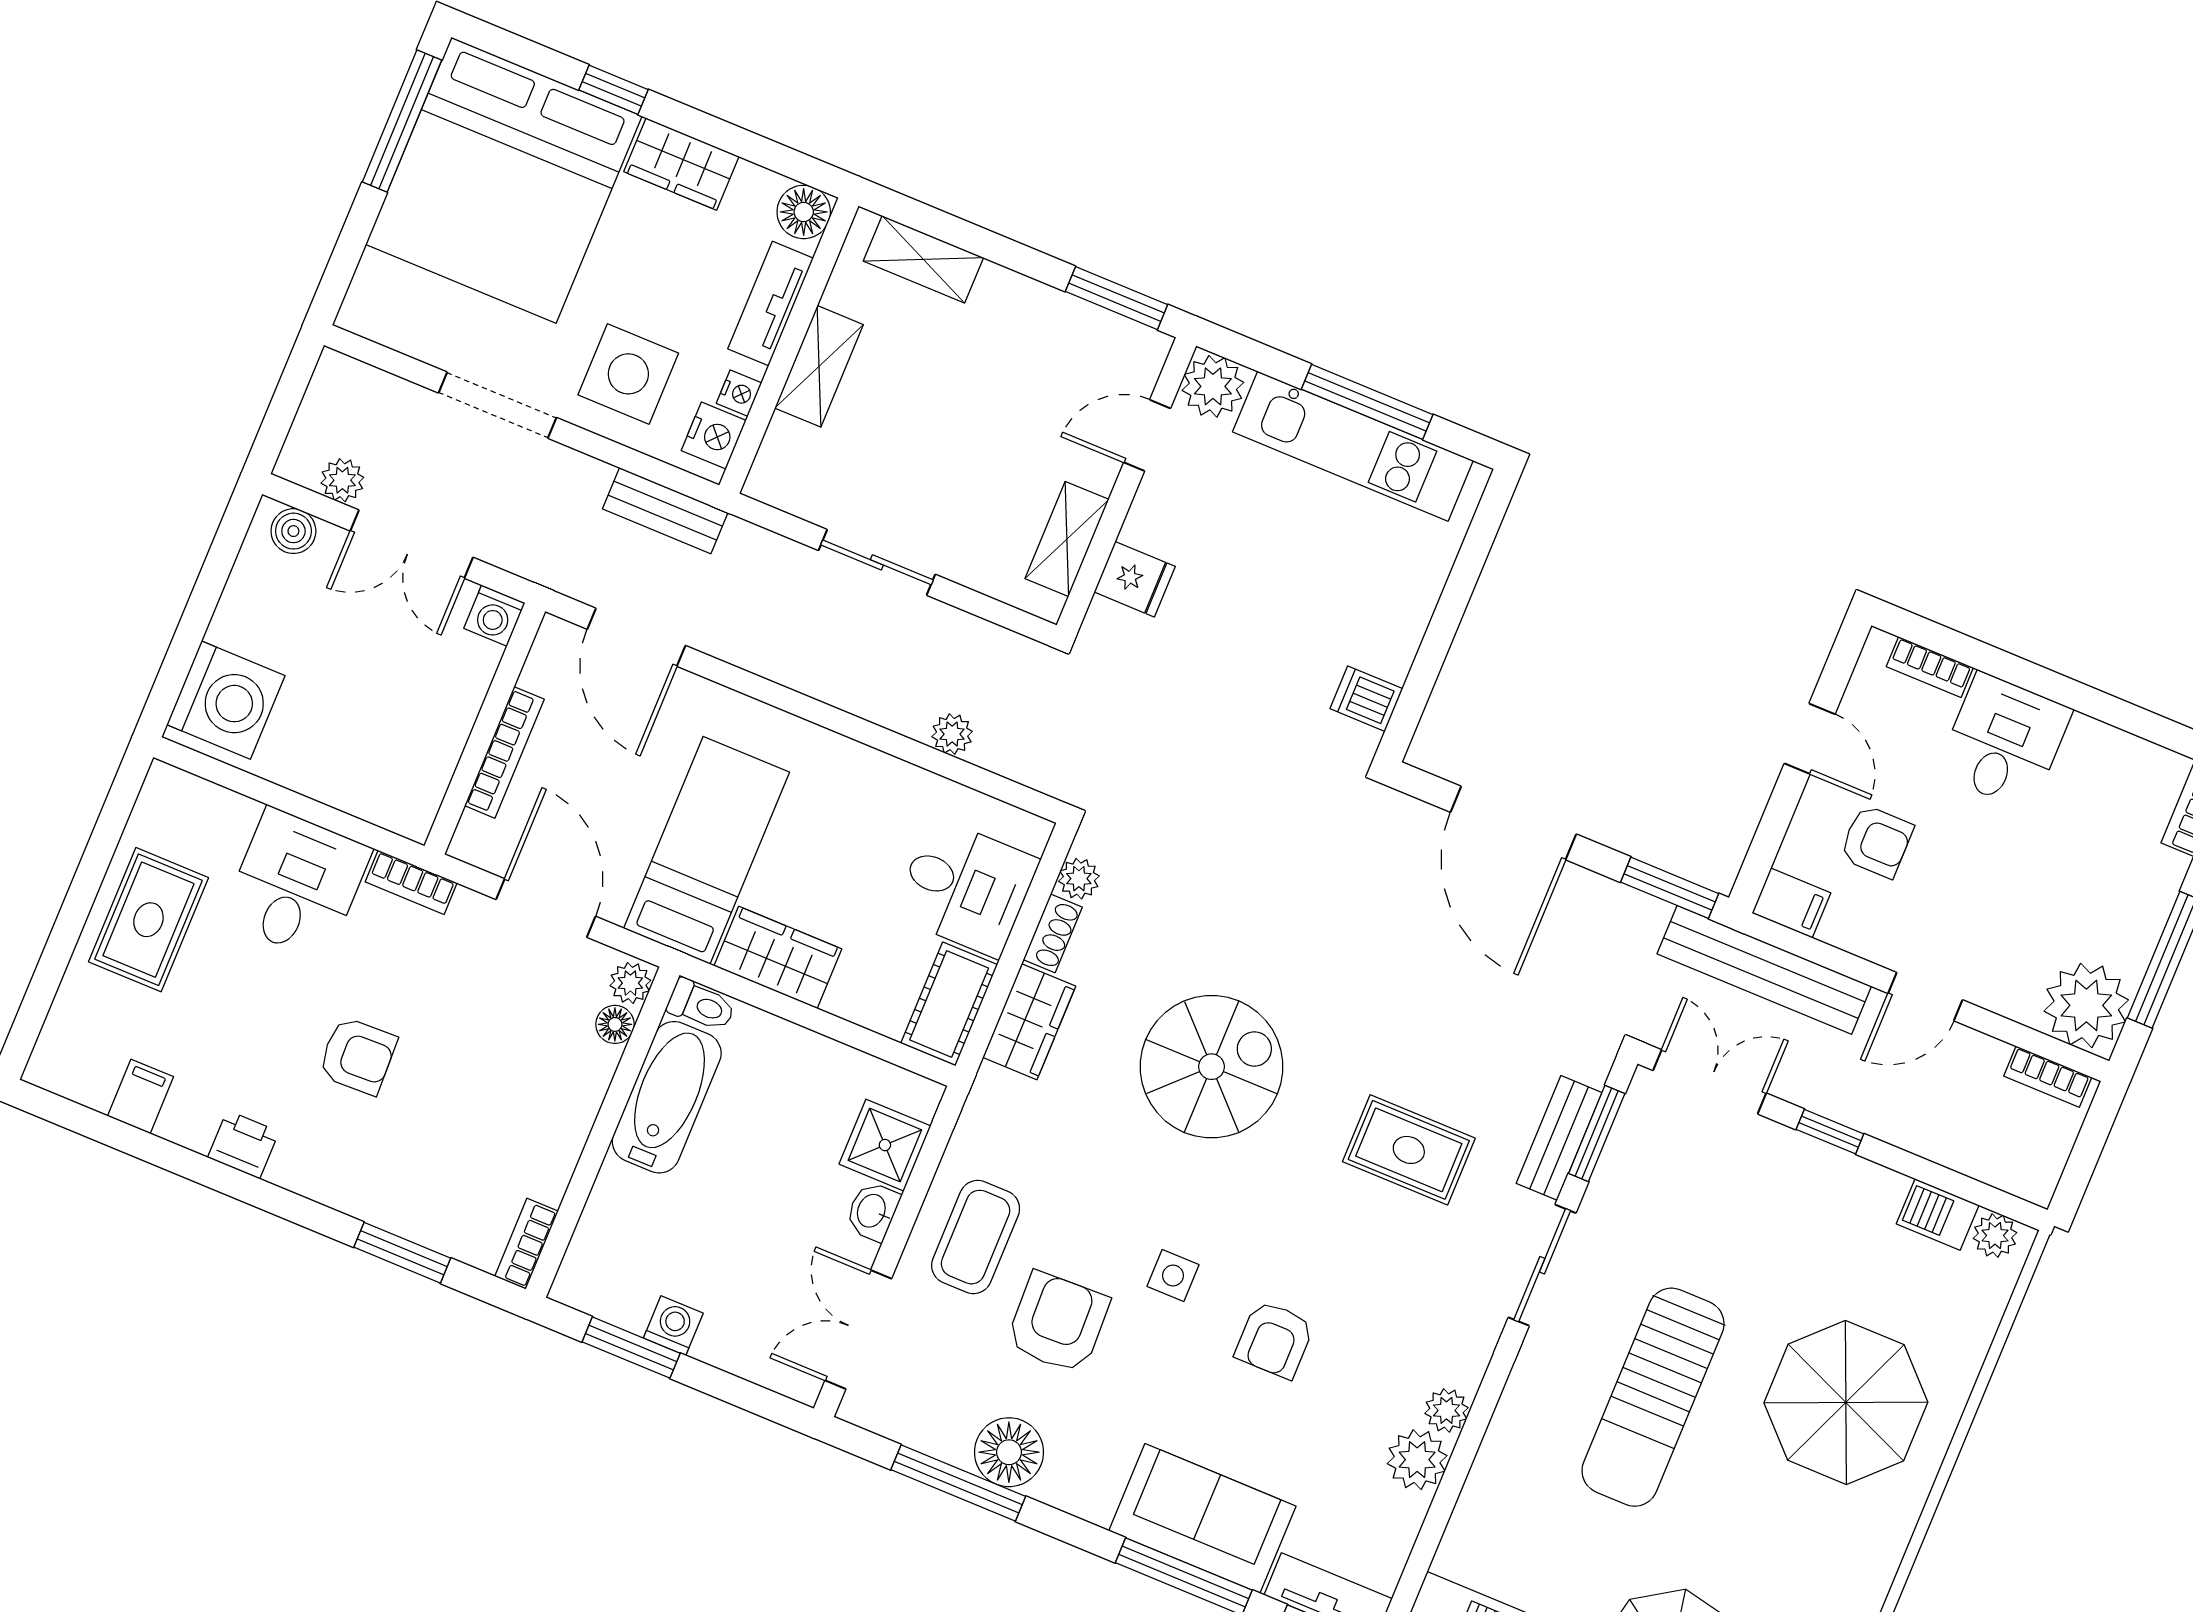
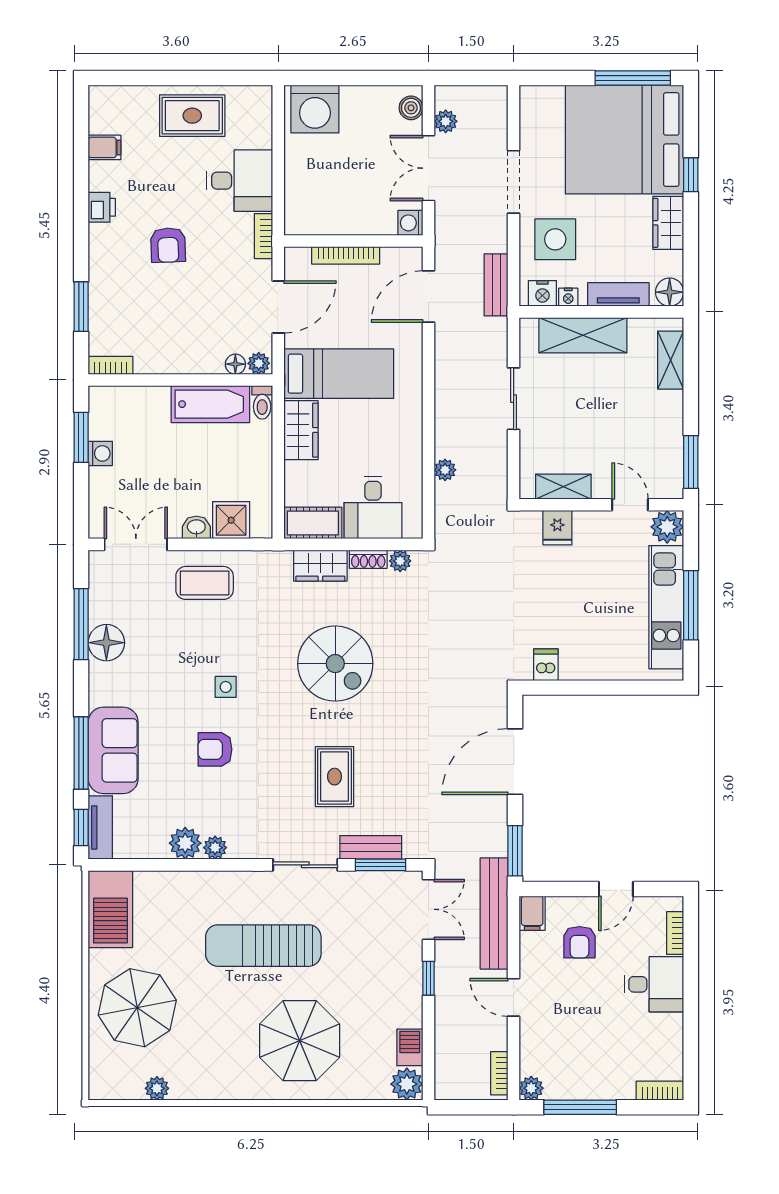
shelving: (819, 366) -> (583, 335), width x1.50, depth x1.33
plant: (2086, 1005) -> (531, 1088), width x0.53, depth x0.53
plant: (1995, 1236) -> (407, 1084), width x1.38, depth x1.38
armchair: (1058, 1323) -> (179, 640), removed

